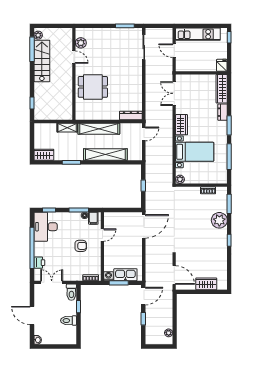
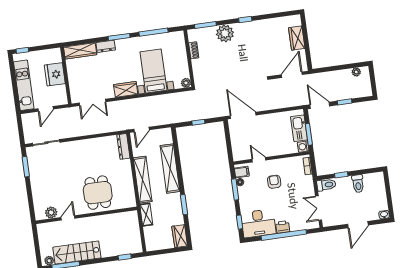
fridge: (222, 65) -> (55, 74), moved, width x1.88, depth x1.34
door: (144, 134) -> (142, 130), swing flipped
printer: (39, 263) -> (283, 227), moved

